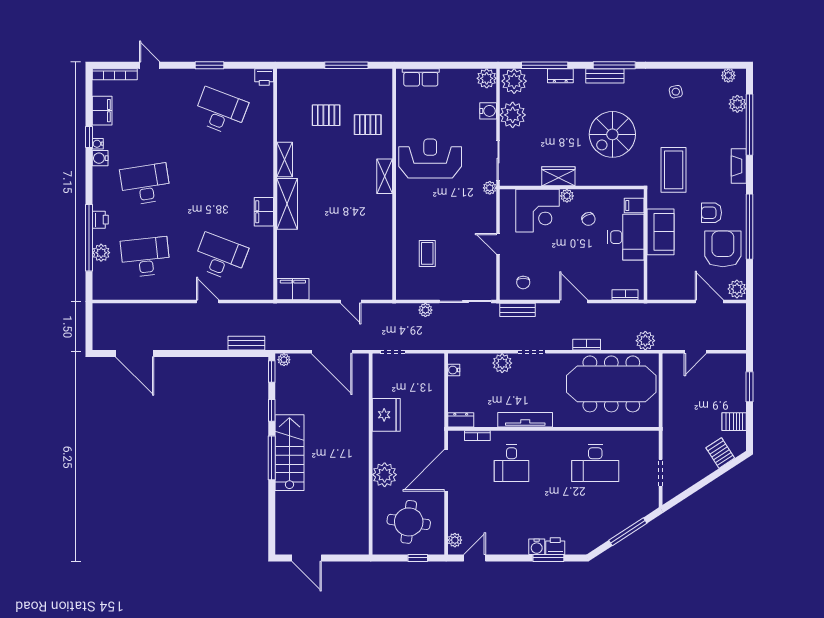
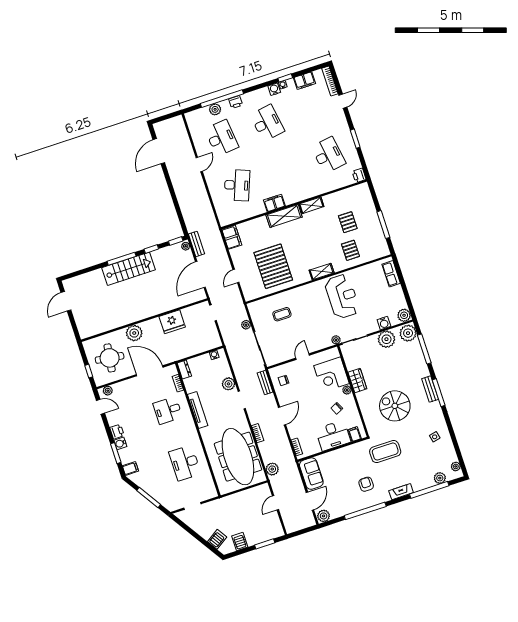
dresser: (560, 76) -> (421, 361), removed
desk: (221, 111) -> (328, 155), turned -30
sofa: (661, 232) -> (311, 474), moved, turned -90
pallet: (354, 243) -> (273, 266), added
armchair: (723, 249) -> (346, 499), removed
door: (208, 301) -> (199, 164), moved
bench: (246, 343) -> (196, 244), moved
door: (695, 352) -> (275, 503), hinge flipped
filing cabinet: (577, 544) -> (130, 468), added
printer: (555, 546) -> (117, 432), moved

